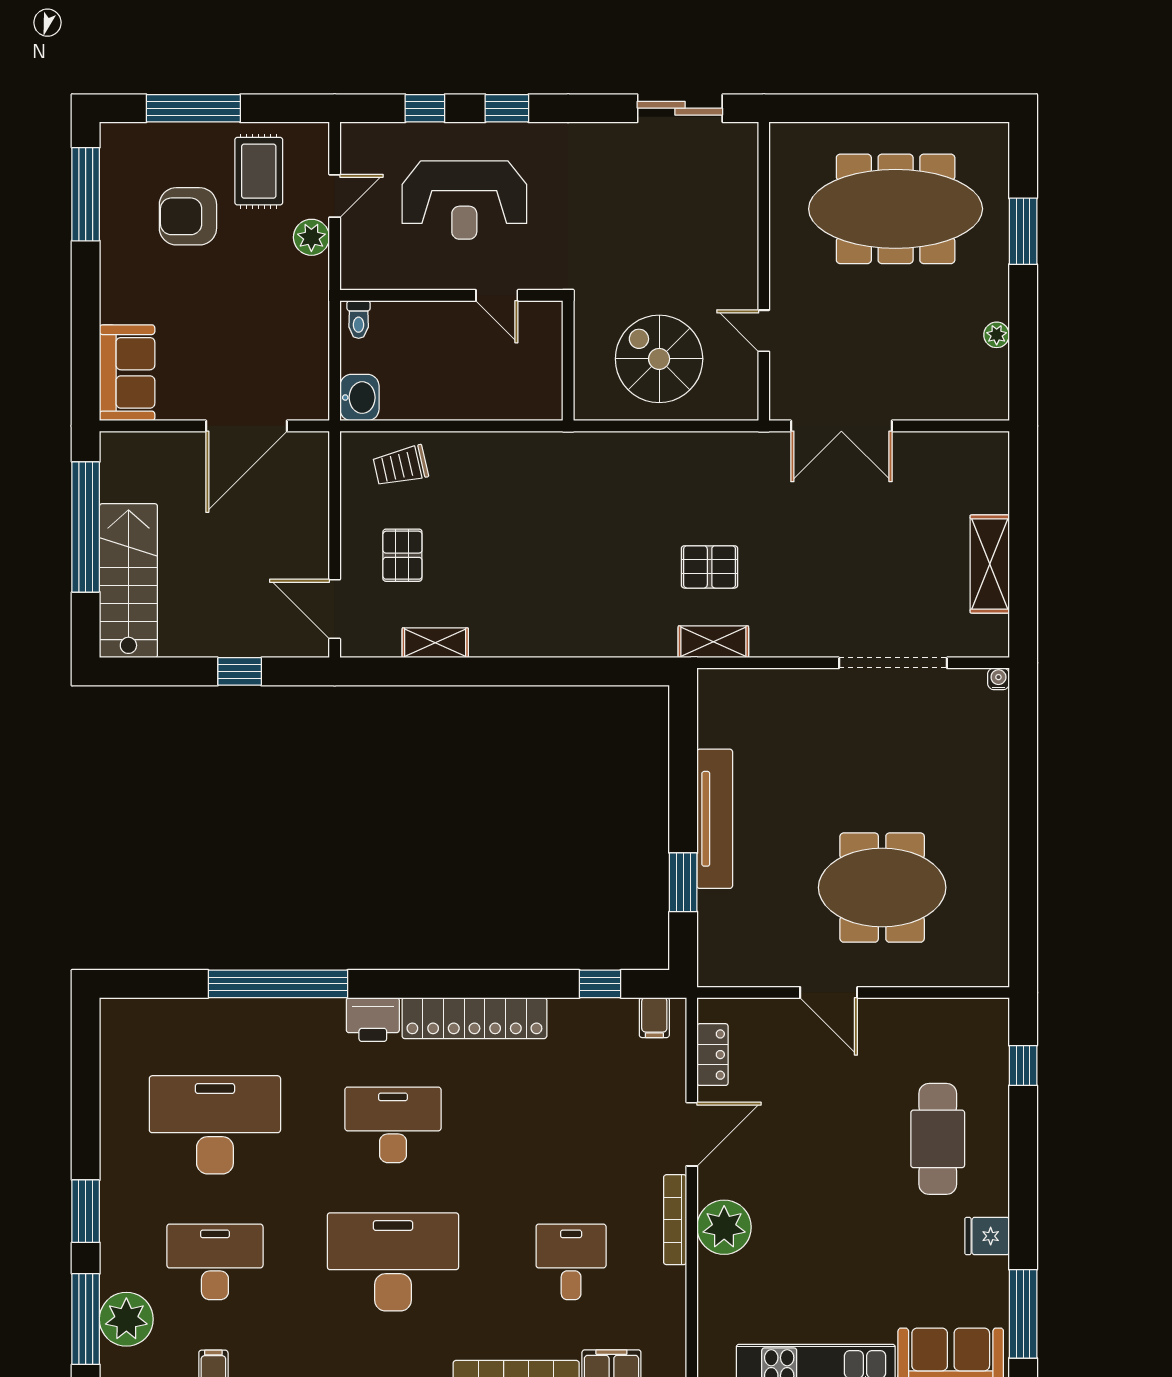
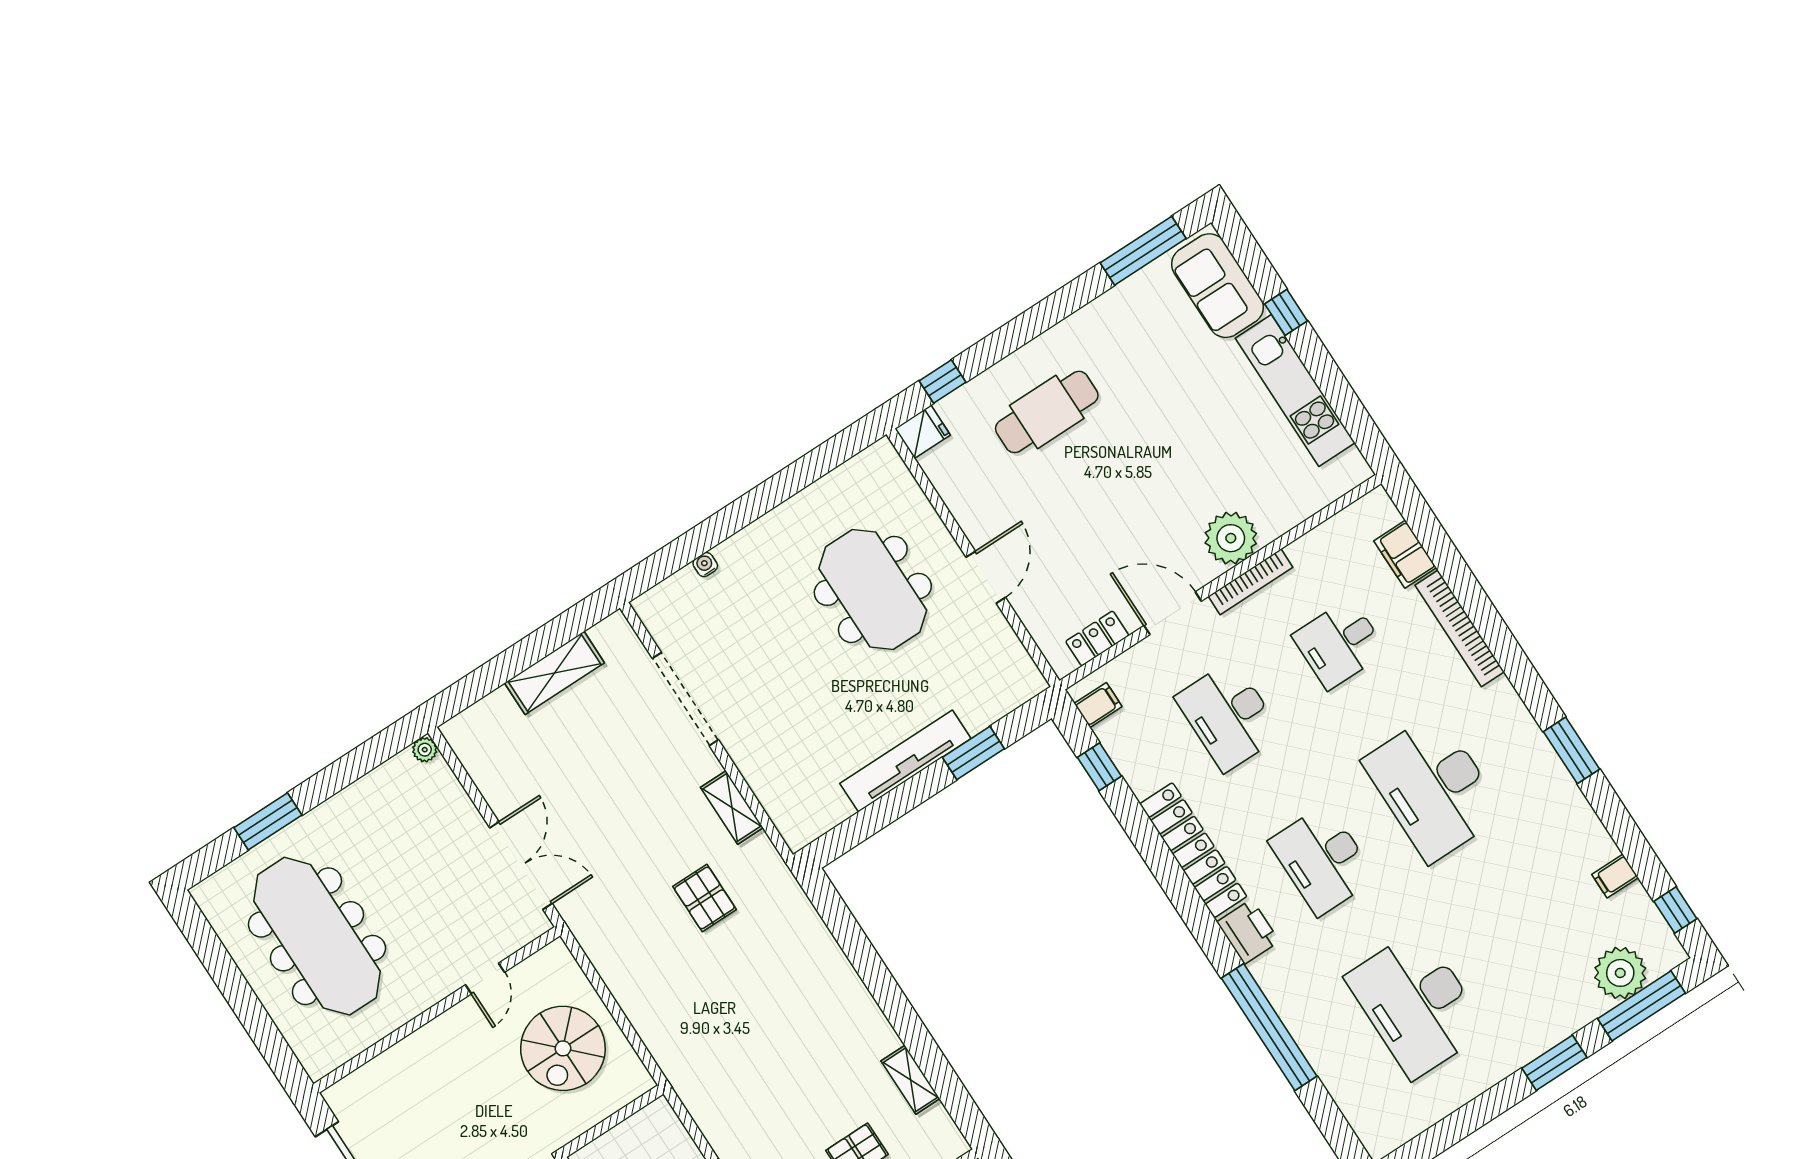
plant: (997, 335) -> (425, 750), moved
shelving: (713, 642) -> (732, 808), moved
water cooler: (998, 679) -> (705, 565), moved, turned 90
fridge: (987, 1236) -> (923, 432), moved, turned -90
desk: (215, 1262) -> (1229, 716), moved

